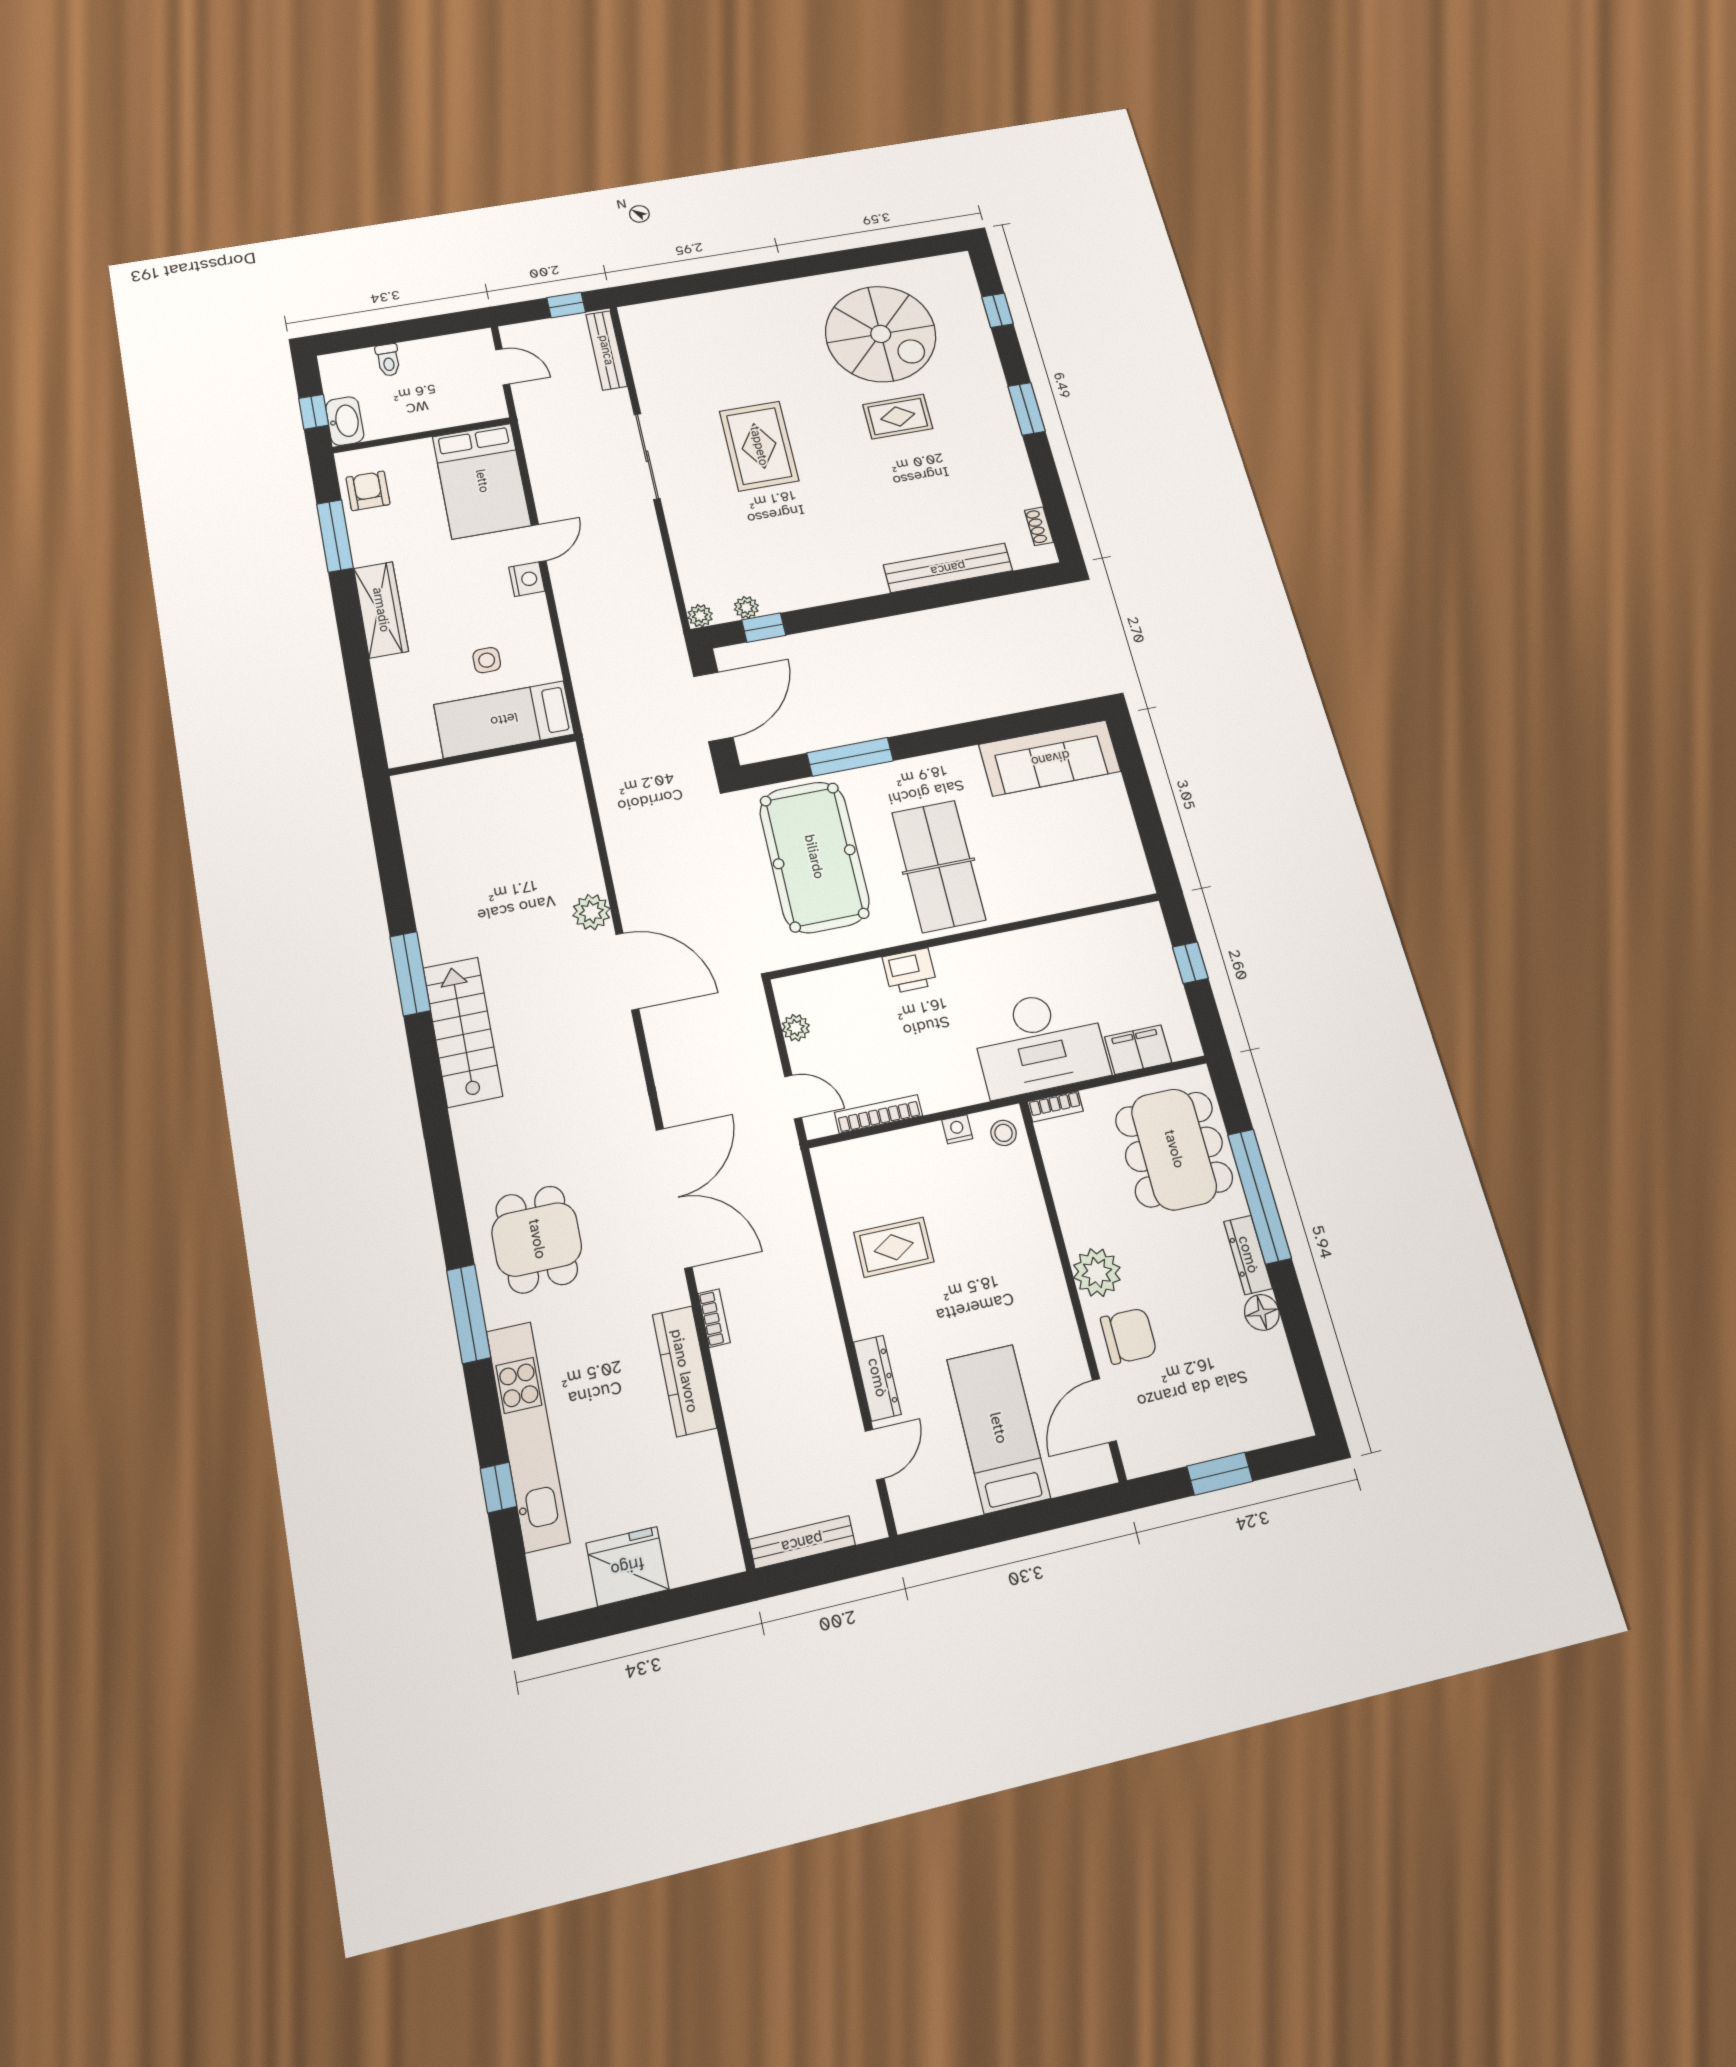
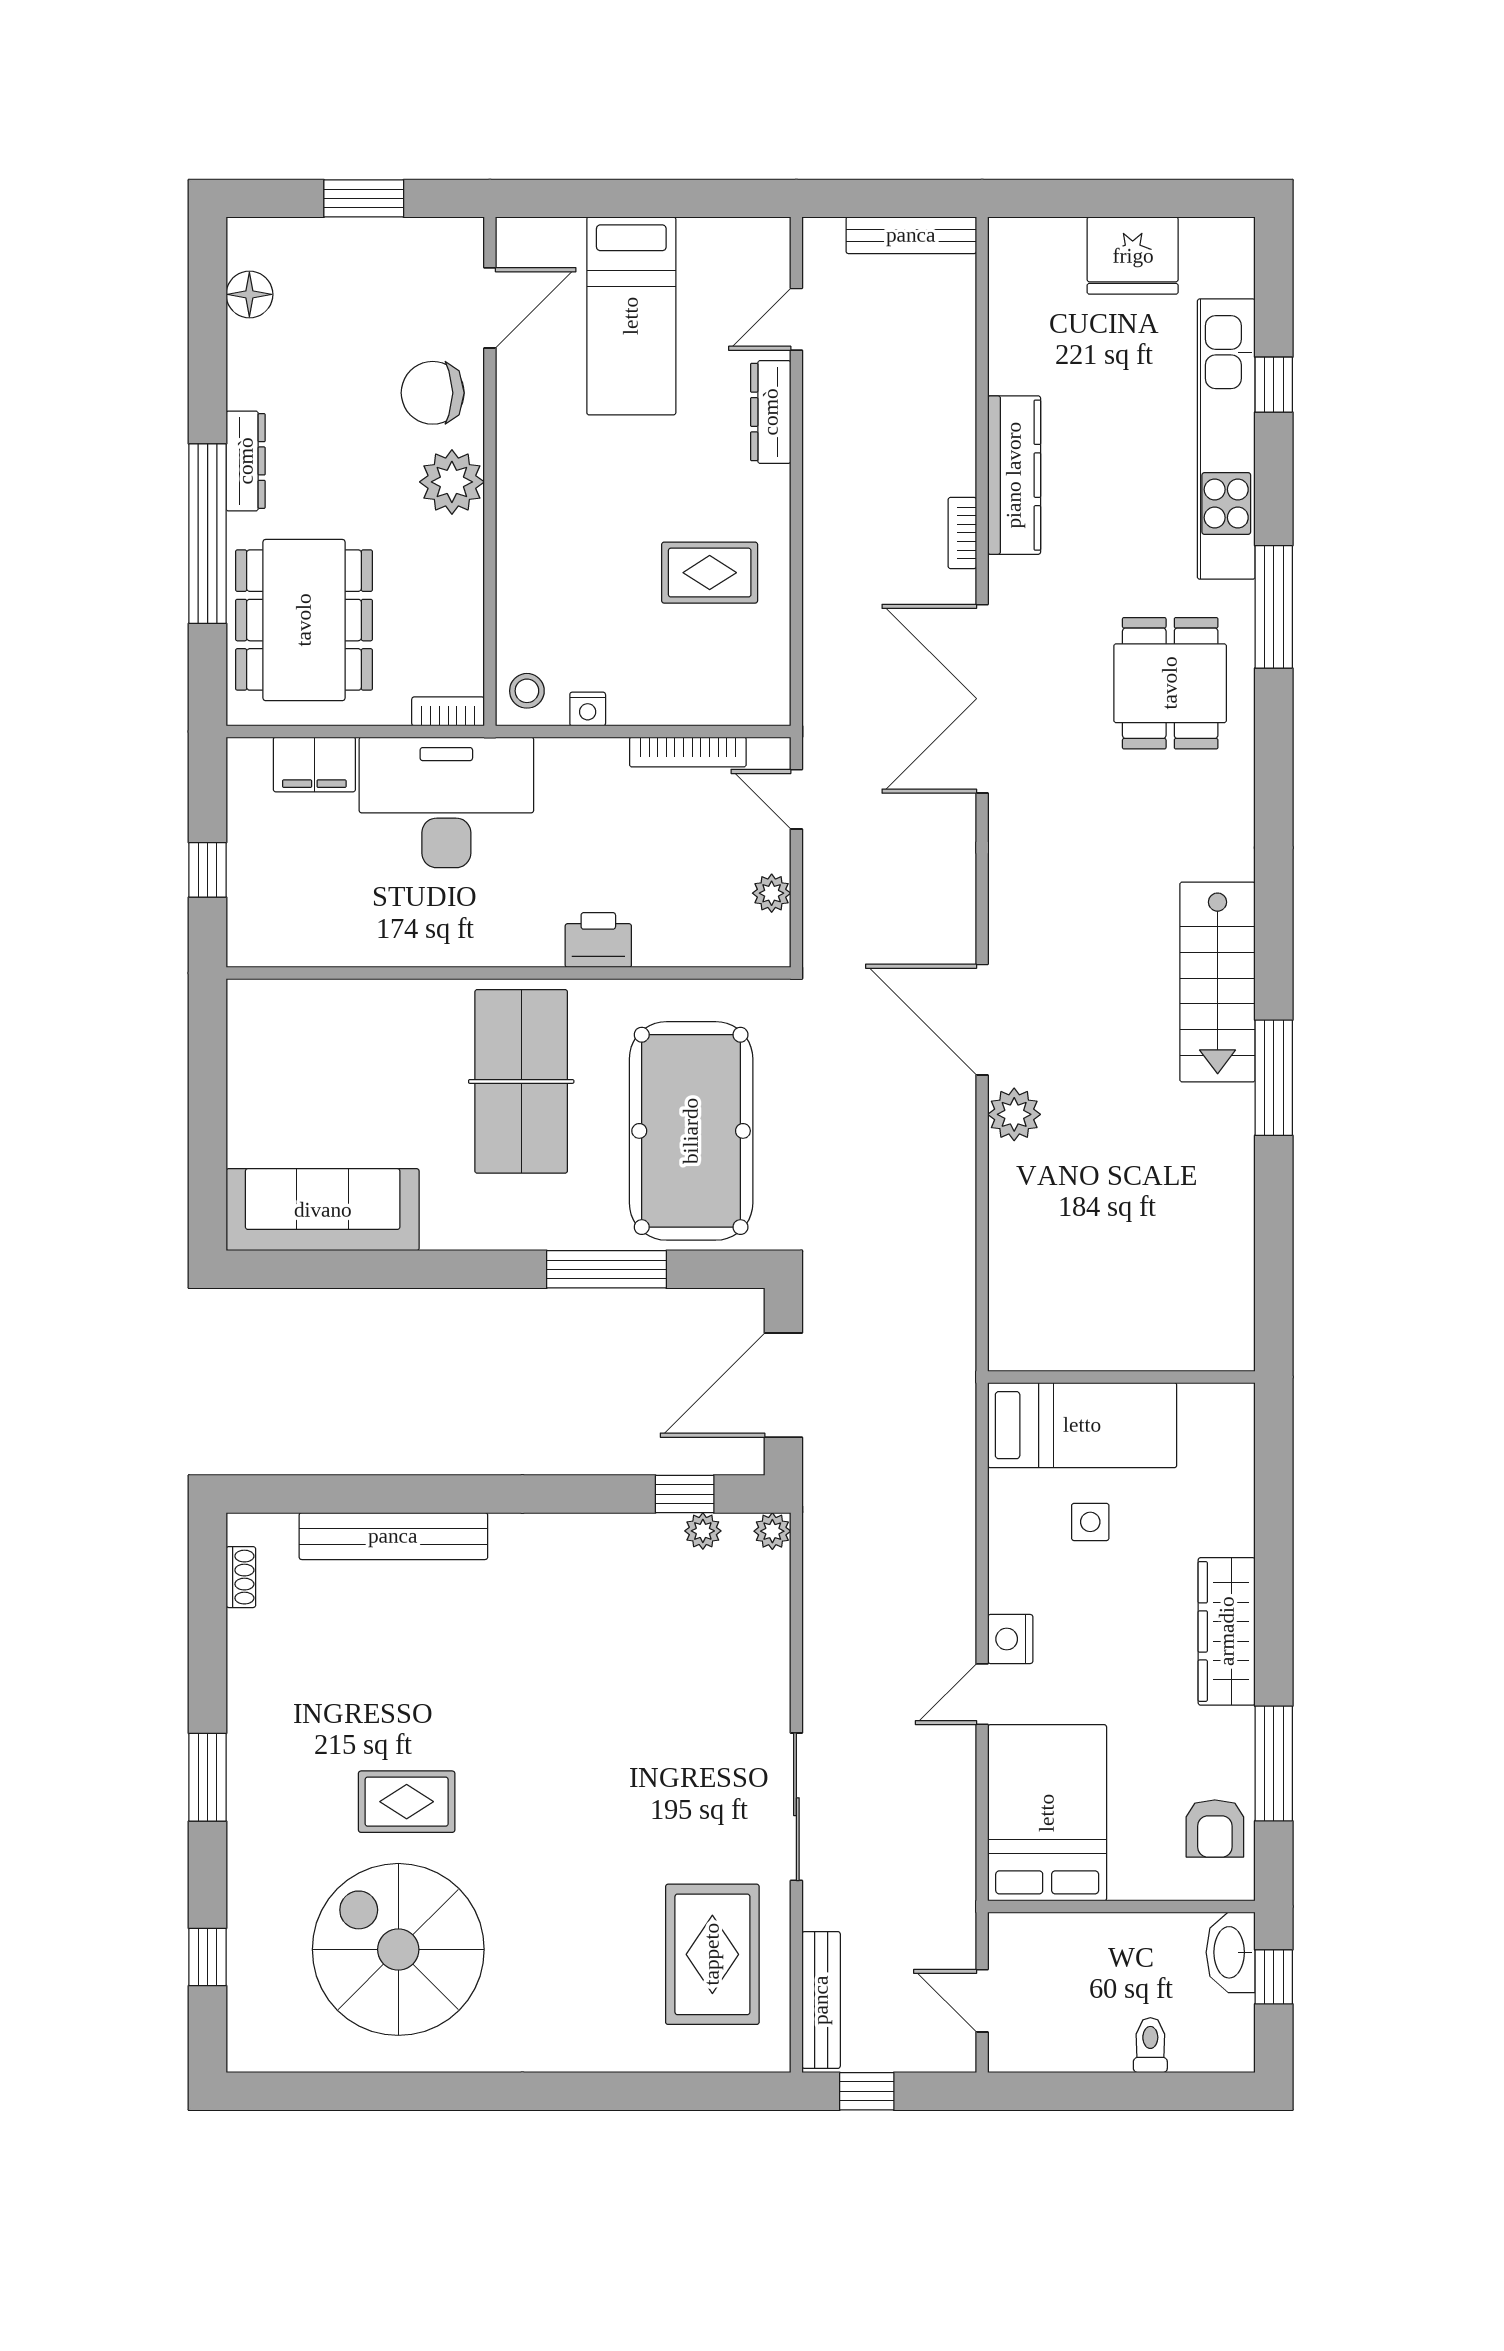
rug: (759, 446) -> (712, 1954), moved
floor lamp: (1262, 1312) -> (249, 294), moved

